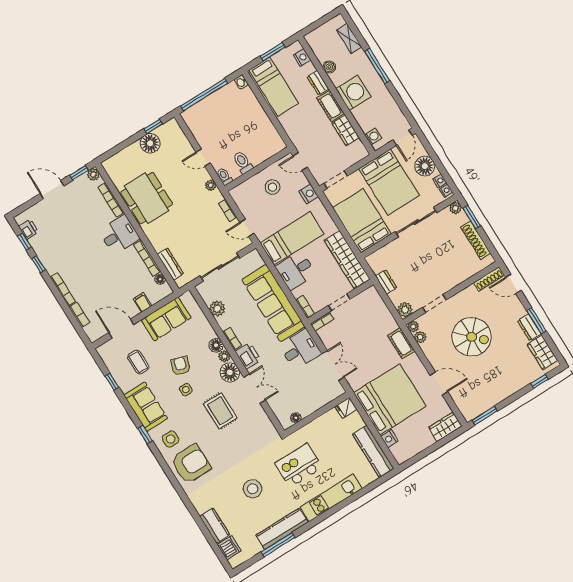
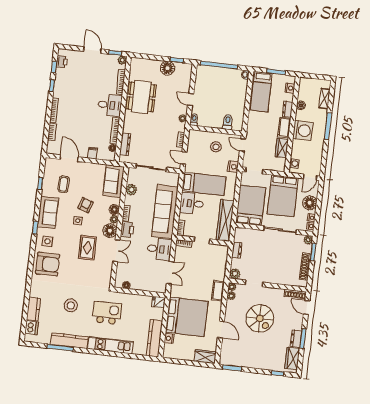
toilet: (243, 162) -> (228, 122), moved
sofa: (166, 319) -> (114, 181), moved, turned 90

